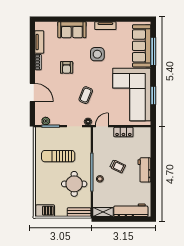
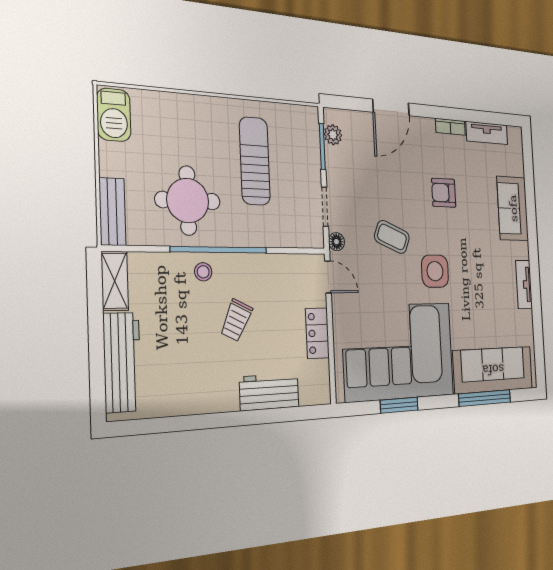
side table: (97, 54) -> (435, 271), moved
workbench: (144, 170) -> (269, 392), moved

